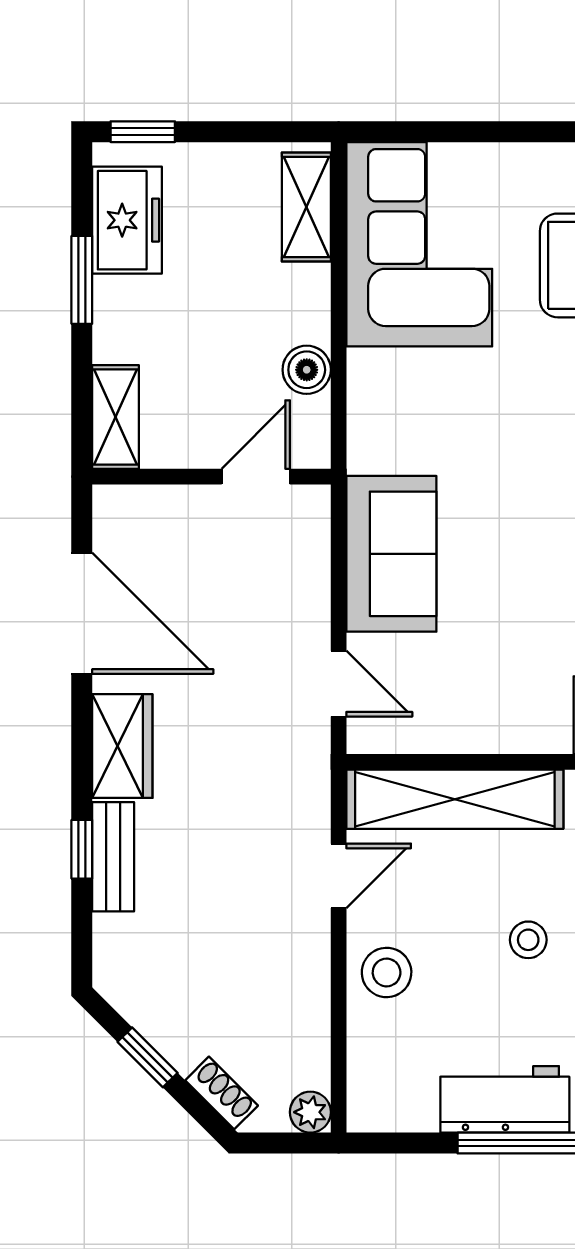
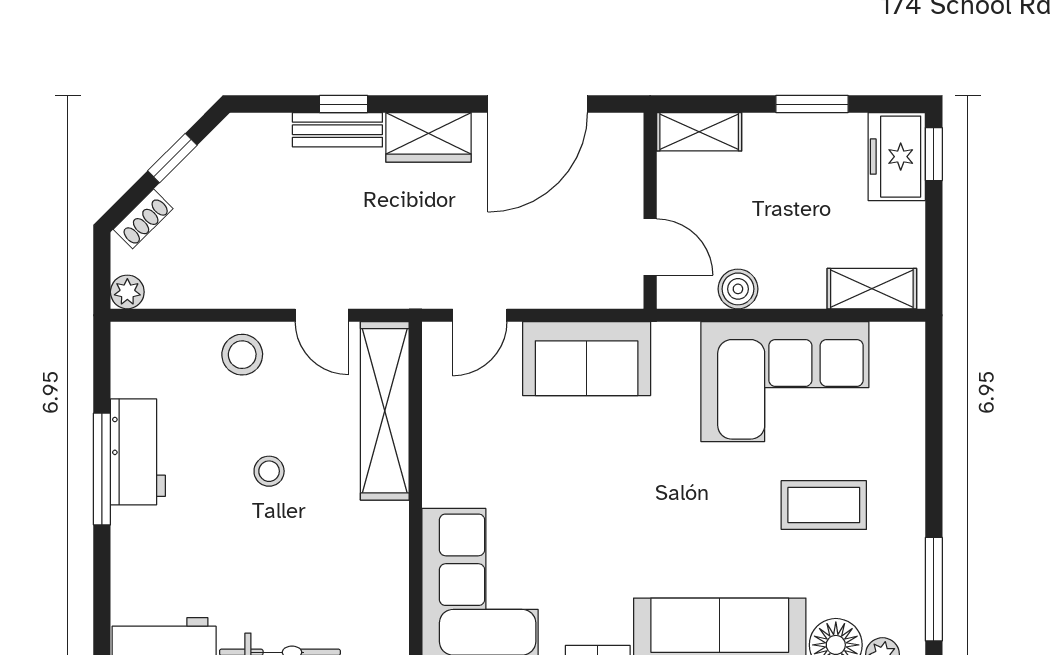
freezer: (127, 220) -> (897, 157), moved, turned 90
corner sofa: (419, 244) -> (785, 382), moved

